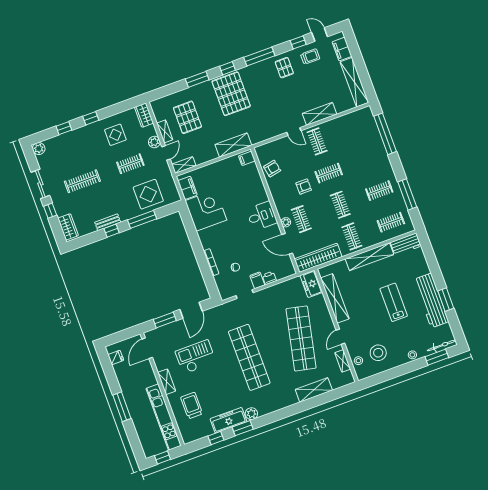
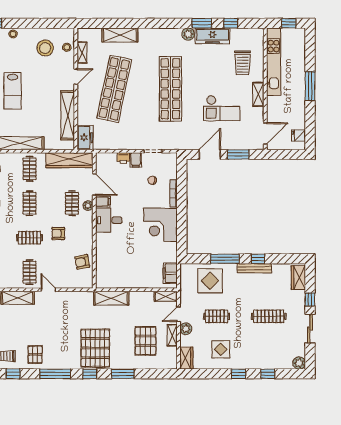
filing cabinet: (247, 158) -> (103, 202), moved
corner desk: (206, 210) -> (160, 225), moved
bench: (108, 222) -> (254, 268), width x1.36

